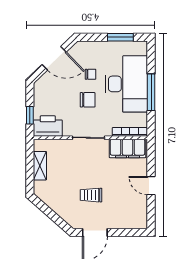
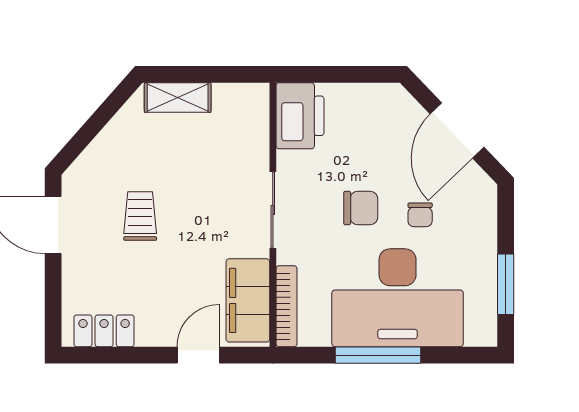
chair: (88, 100) -> (361, 208), turned -90
window: (30, 115) -> (325, 74), removed
shelving: (40, 166) -> (178, 98), moved
door: (151, 186) -> (198, 355), moved
locker: (141, 211) -> (104, 331), added

